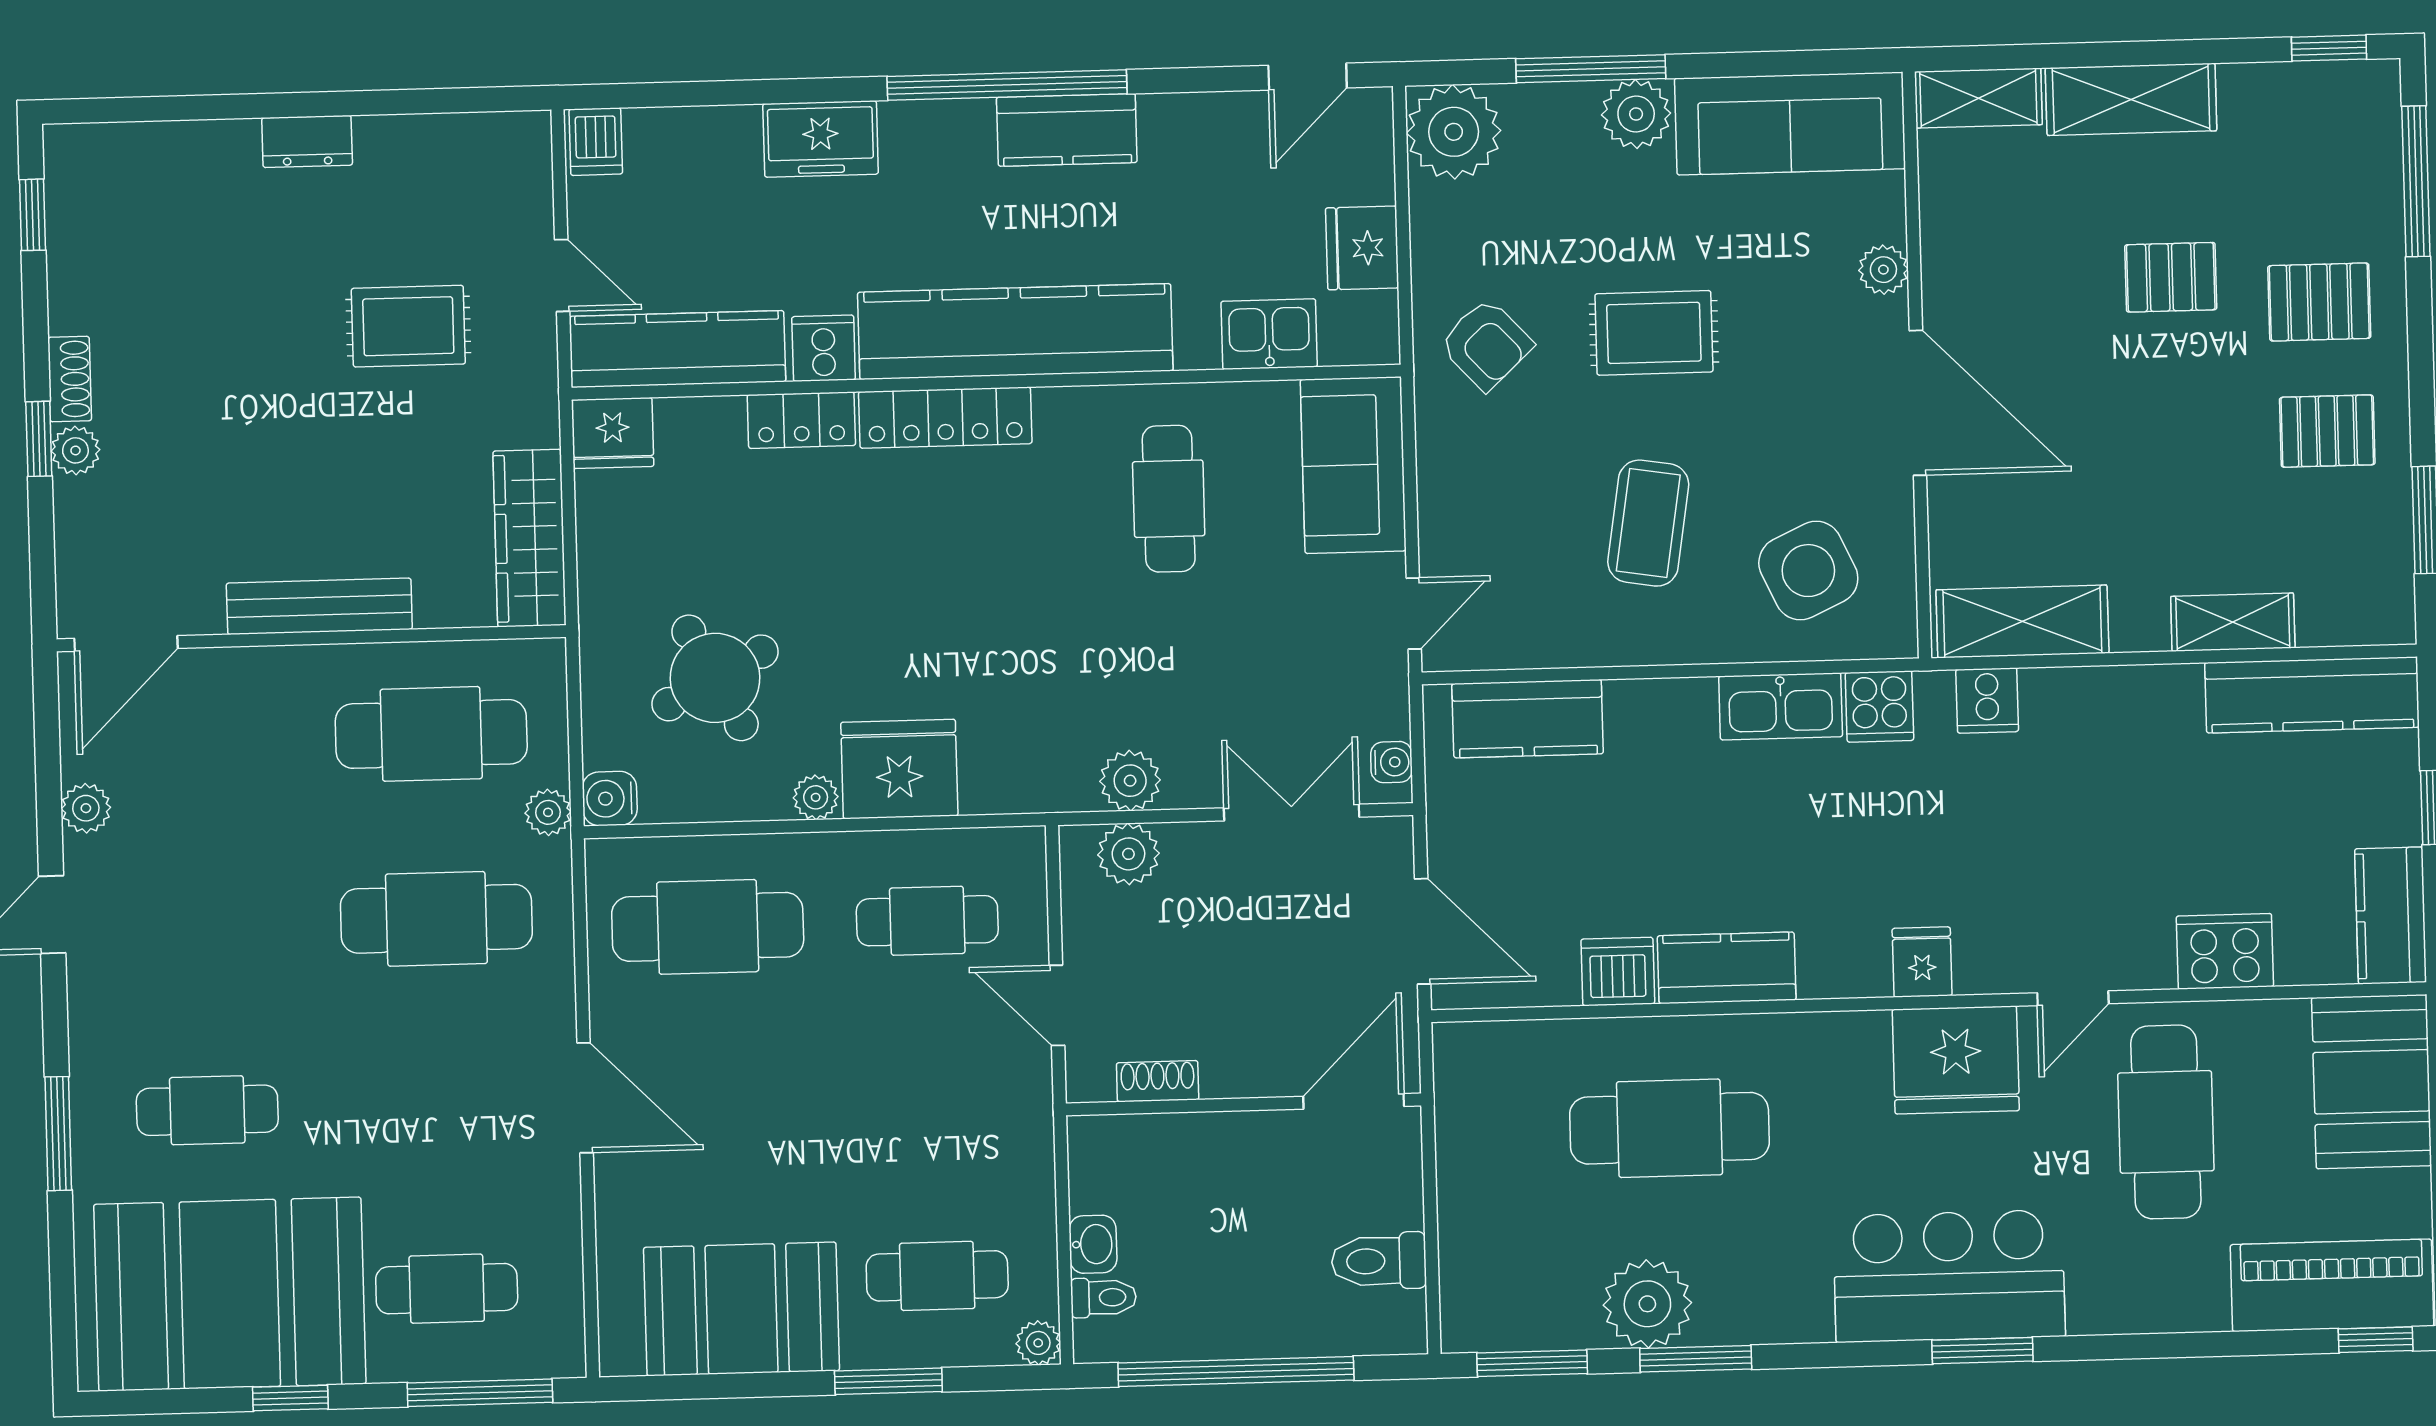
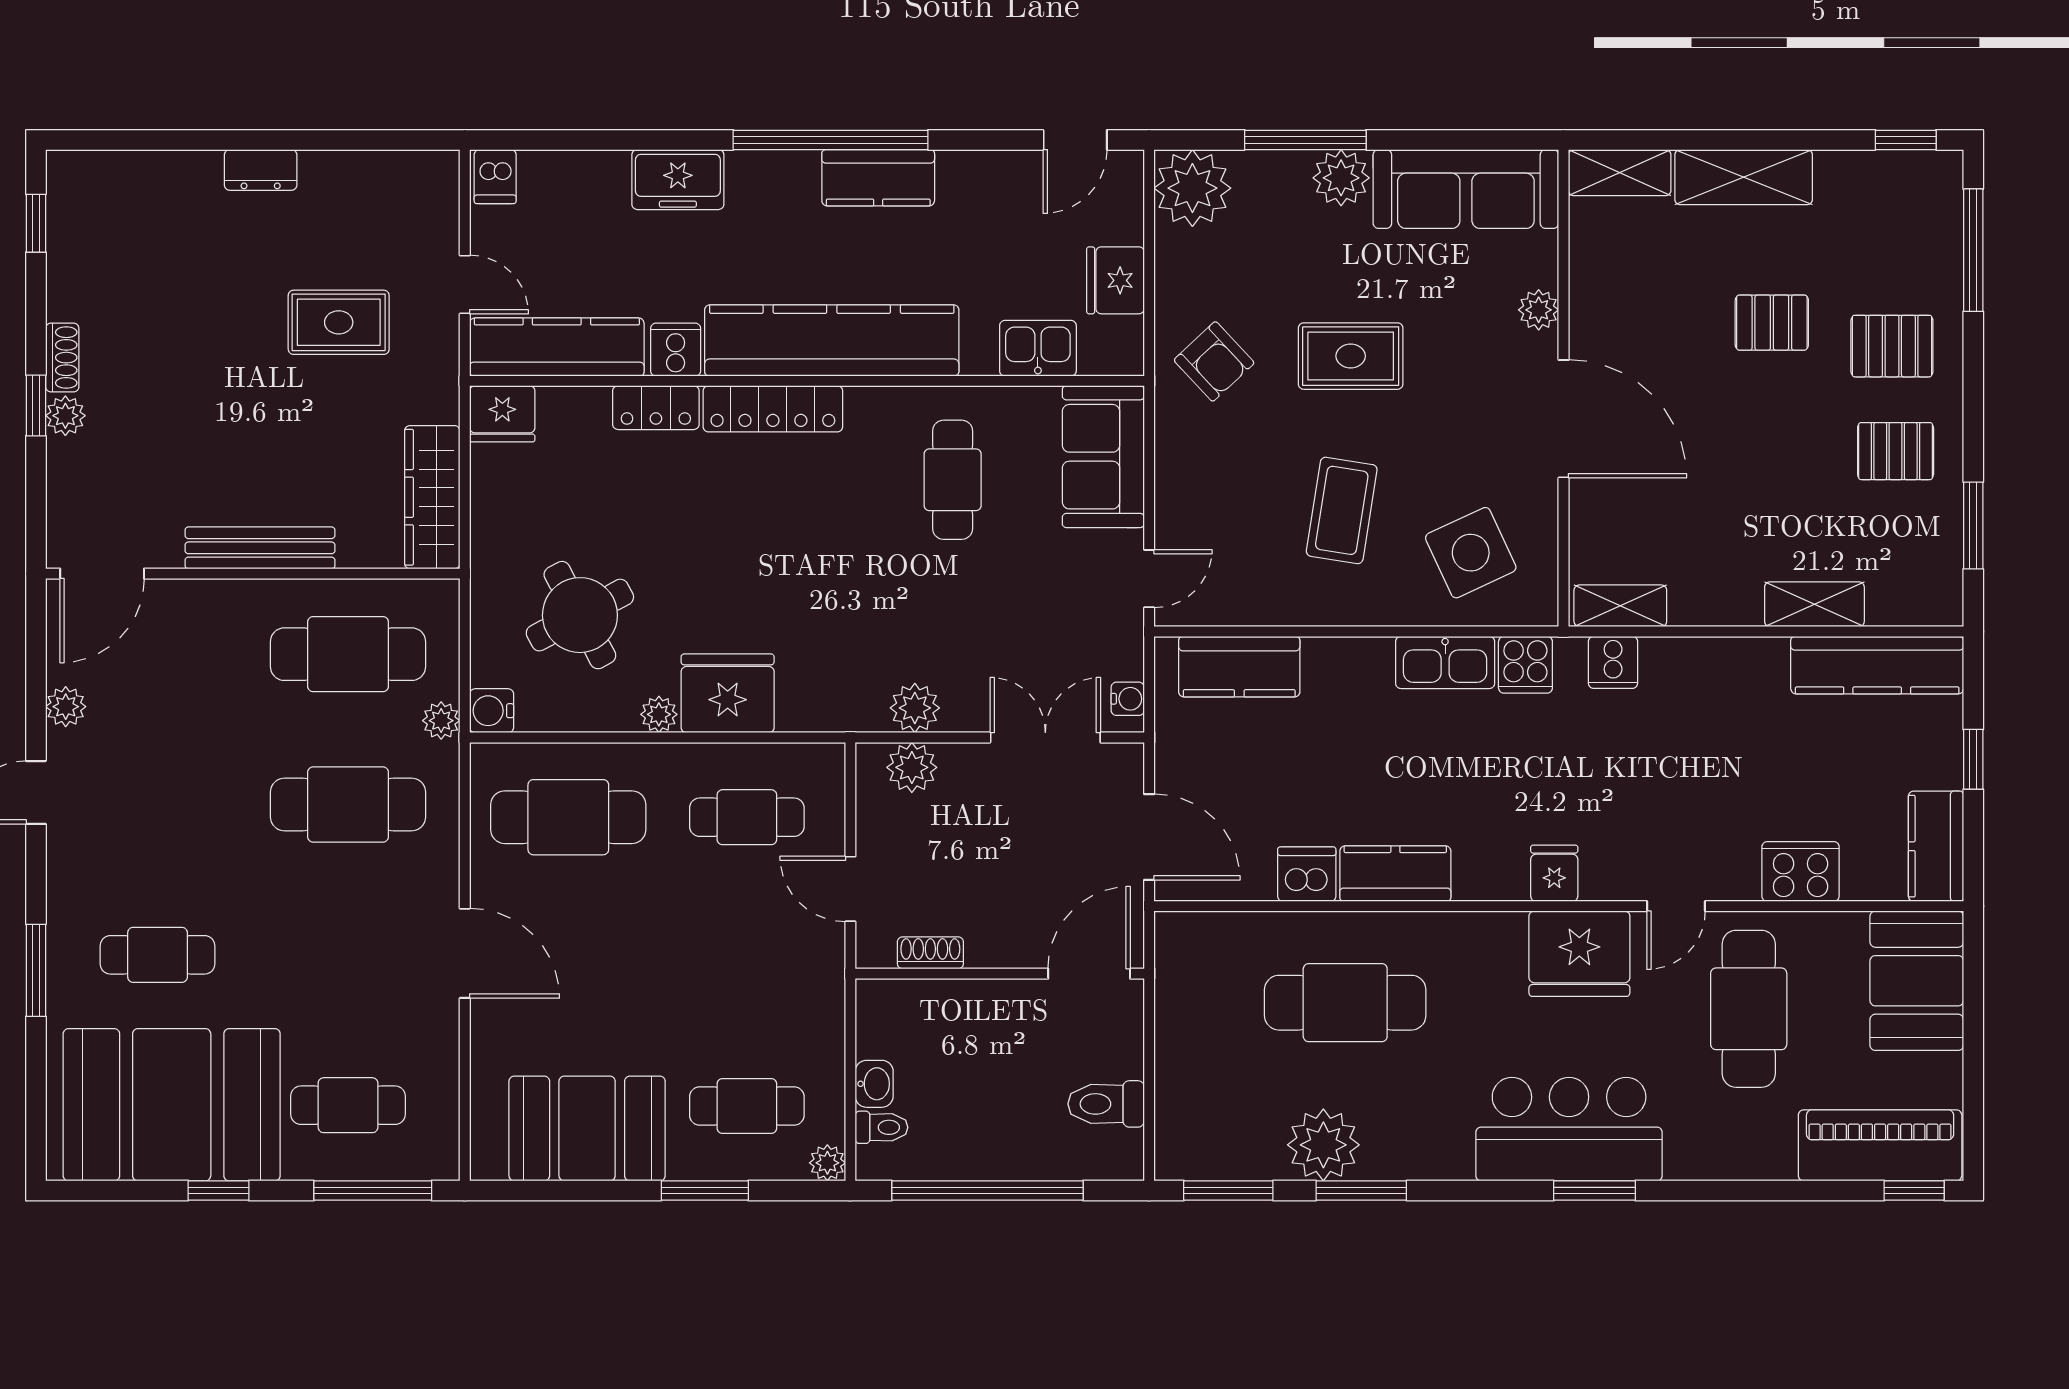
shelving: (2022, 621) -> (1620, 606), width x0.67, depth x0.75

